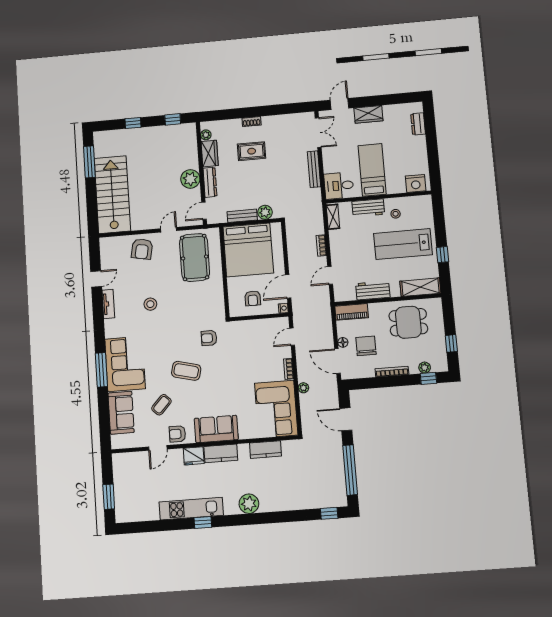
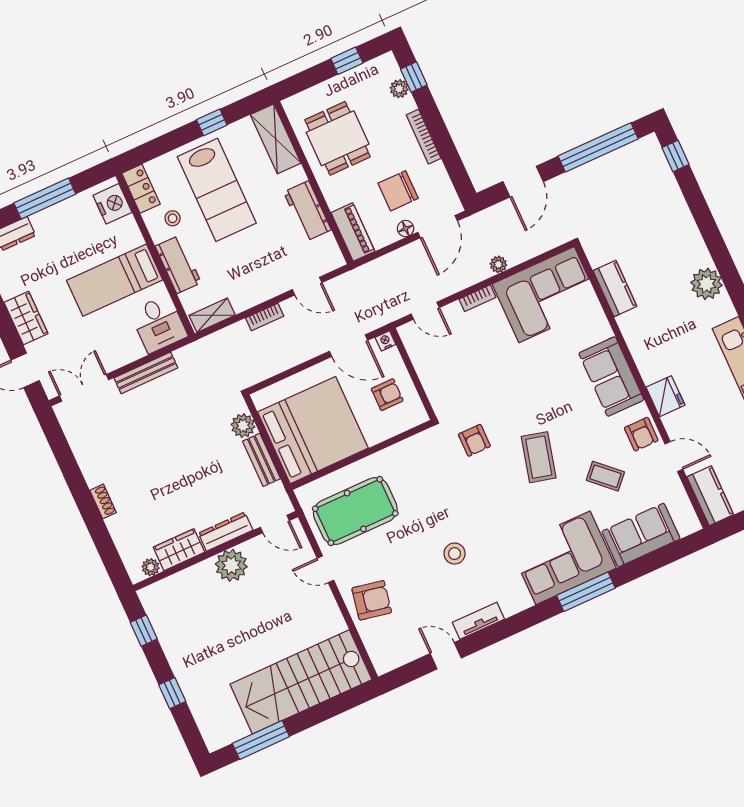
window: (432, 147) -> (45, 198), added
rug: (252, 151) -> (151, 483), removed
locker: (419, 202) -> (141, 189), added
kitchen counter: (221, 453) -> (710, 496), moved

